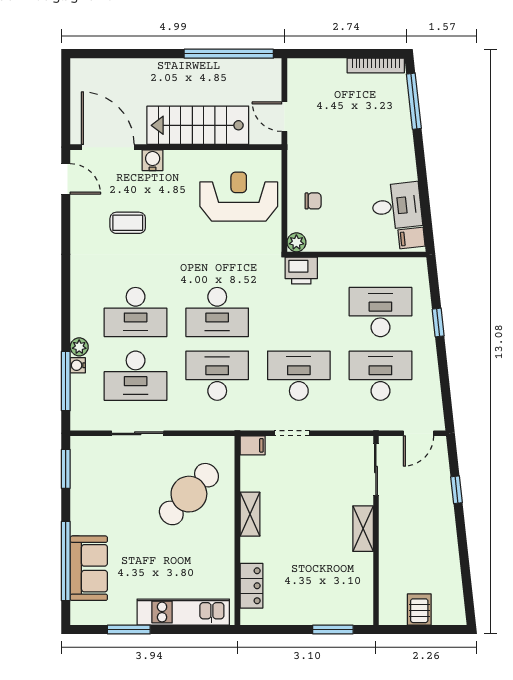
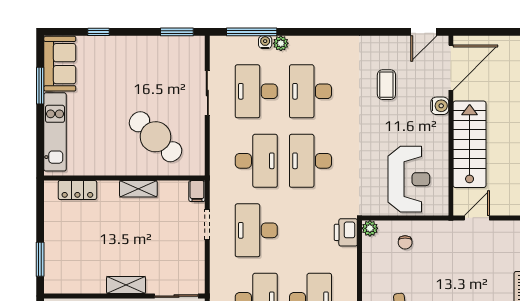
desk: (299, 376) -> (256, 230), turned 180
window: (66, 561) -> (98, 32), width x0.32
sofa: (89, 568) -> (60, 64), moved, turned -90

